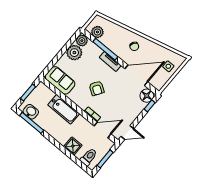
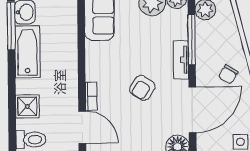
door: (136, 75) -> (192, 110), hinge flipped
armchair: (97, 88) -> (142, 88), moved
bathtub: (64, 109) -> (27, 52), moved, turned 180

